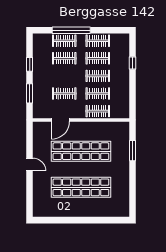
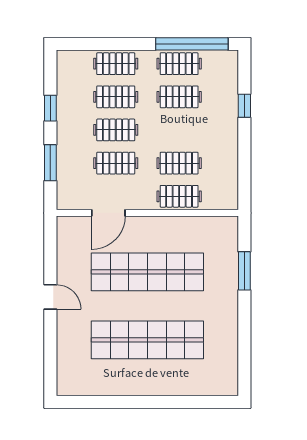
window: (71, 30) -> (192, 44), moved
clothes rail: (98, 76) -> (116, 130), moved

